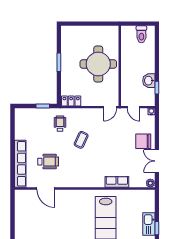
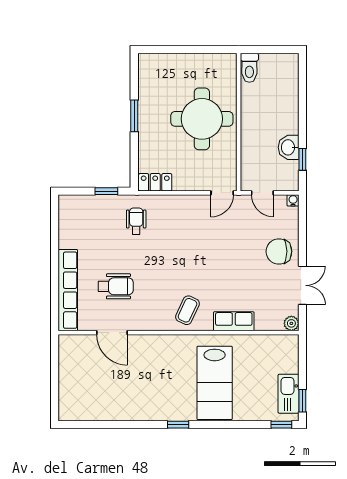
toilet: (141, 34) -> (249, 68), moved
coffee table: (81, 140) -> (187, 310), moved
double door: (157, 161) -> (302, 285), swing flipped

